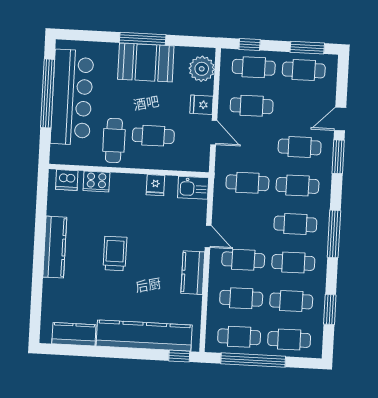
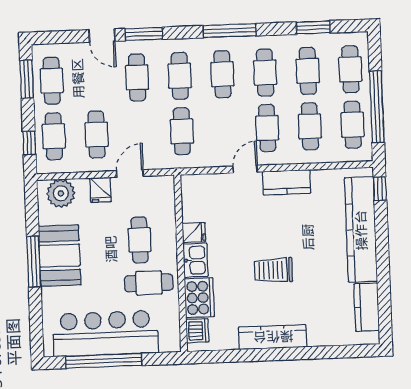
cooker: (96, 182) -> (199, 298), width x1.37, depth x1.31
kitchen sink: (193, 188) -> (196, 260), moved

